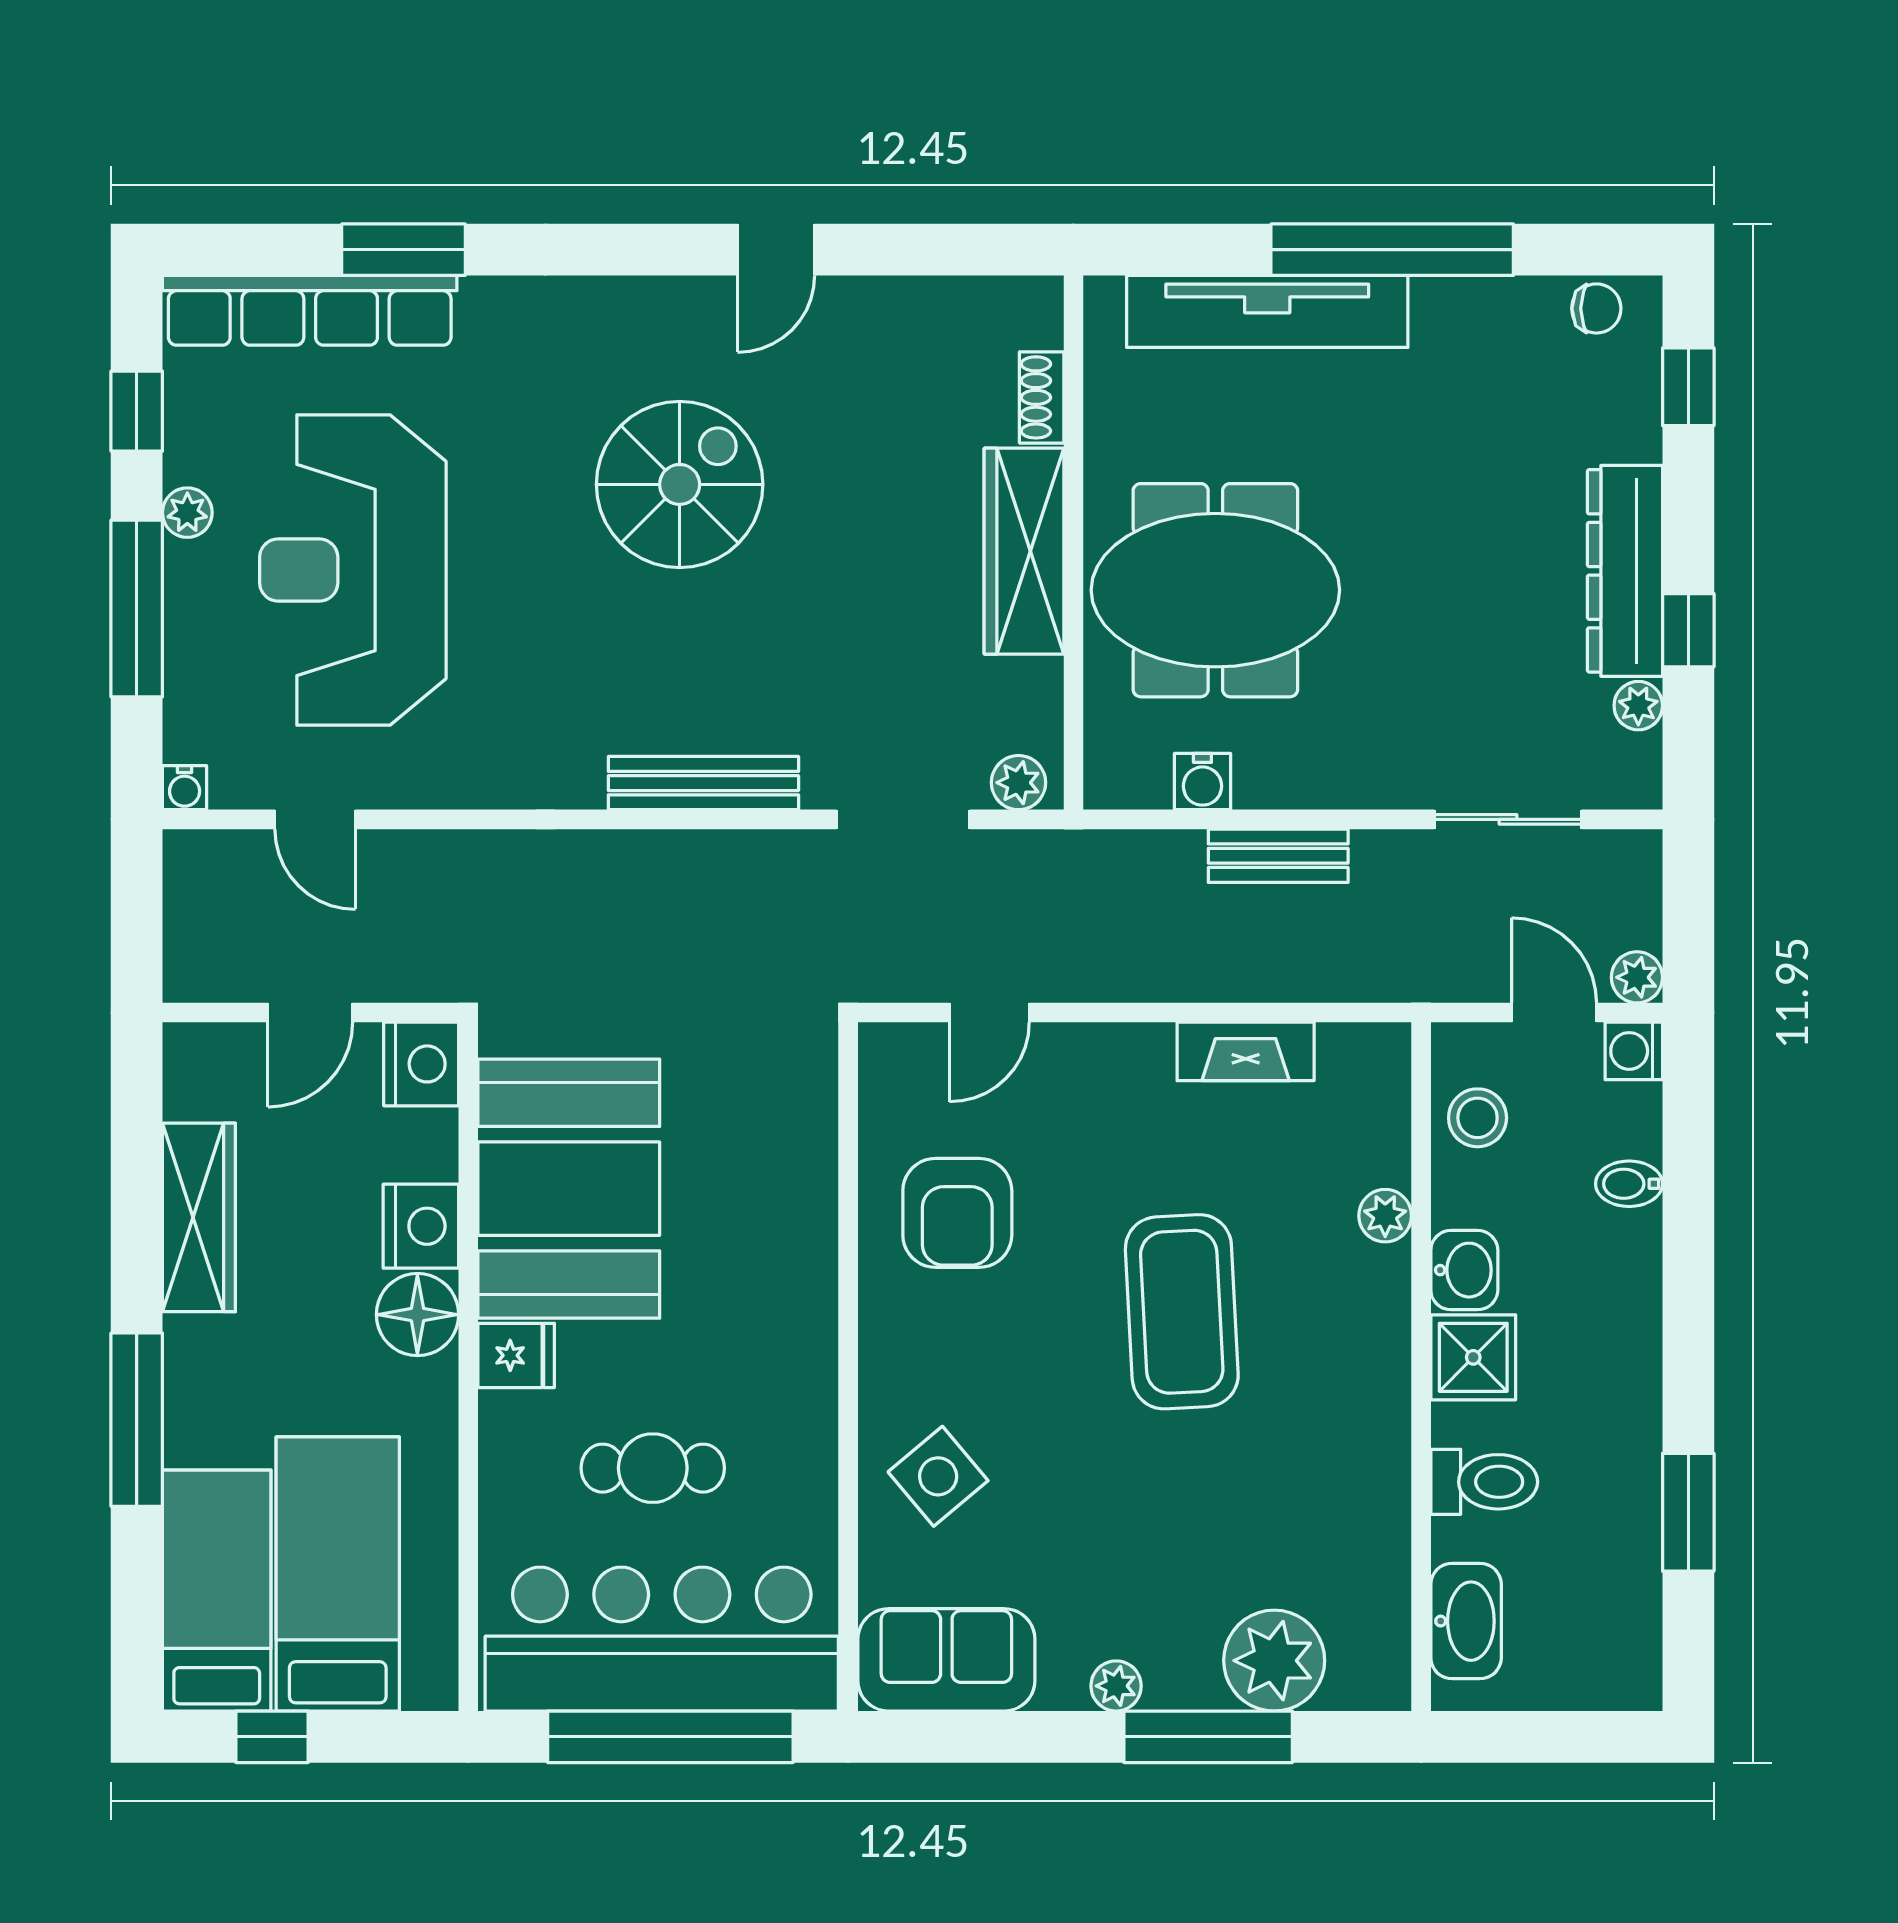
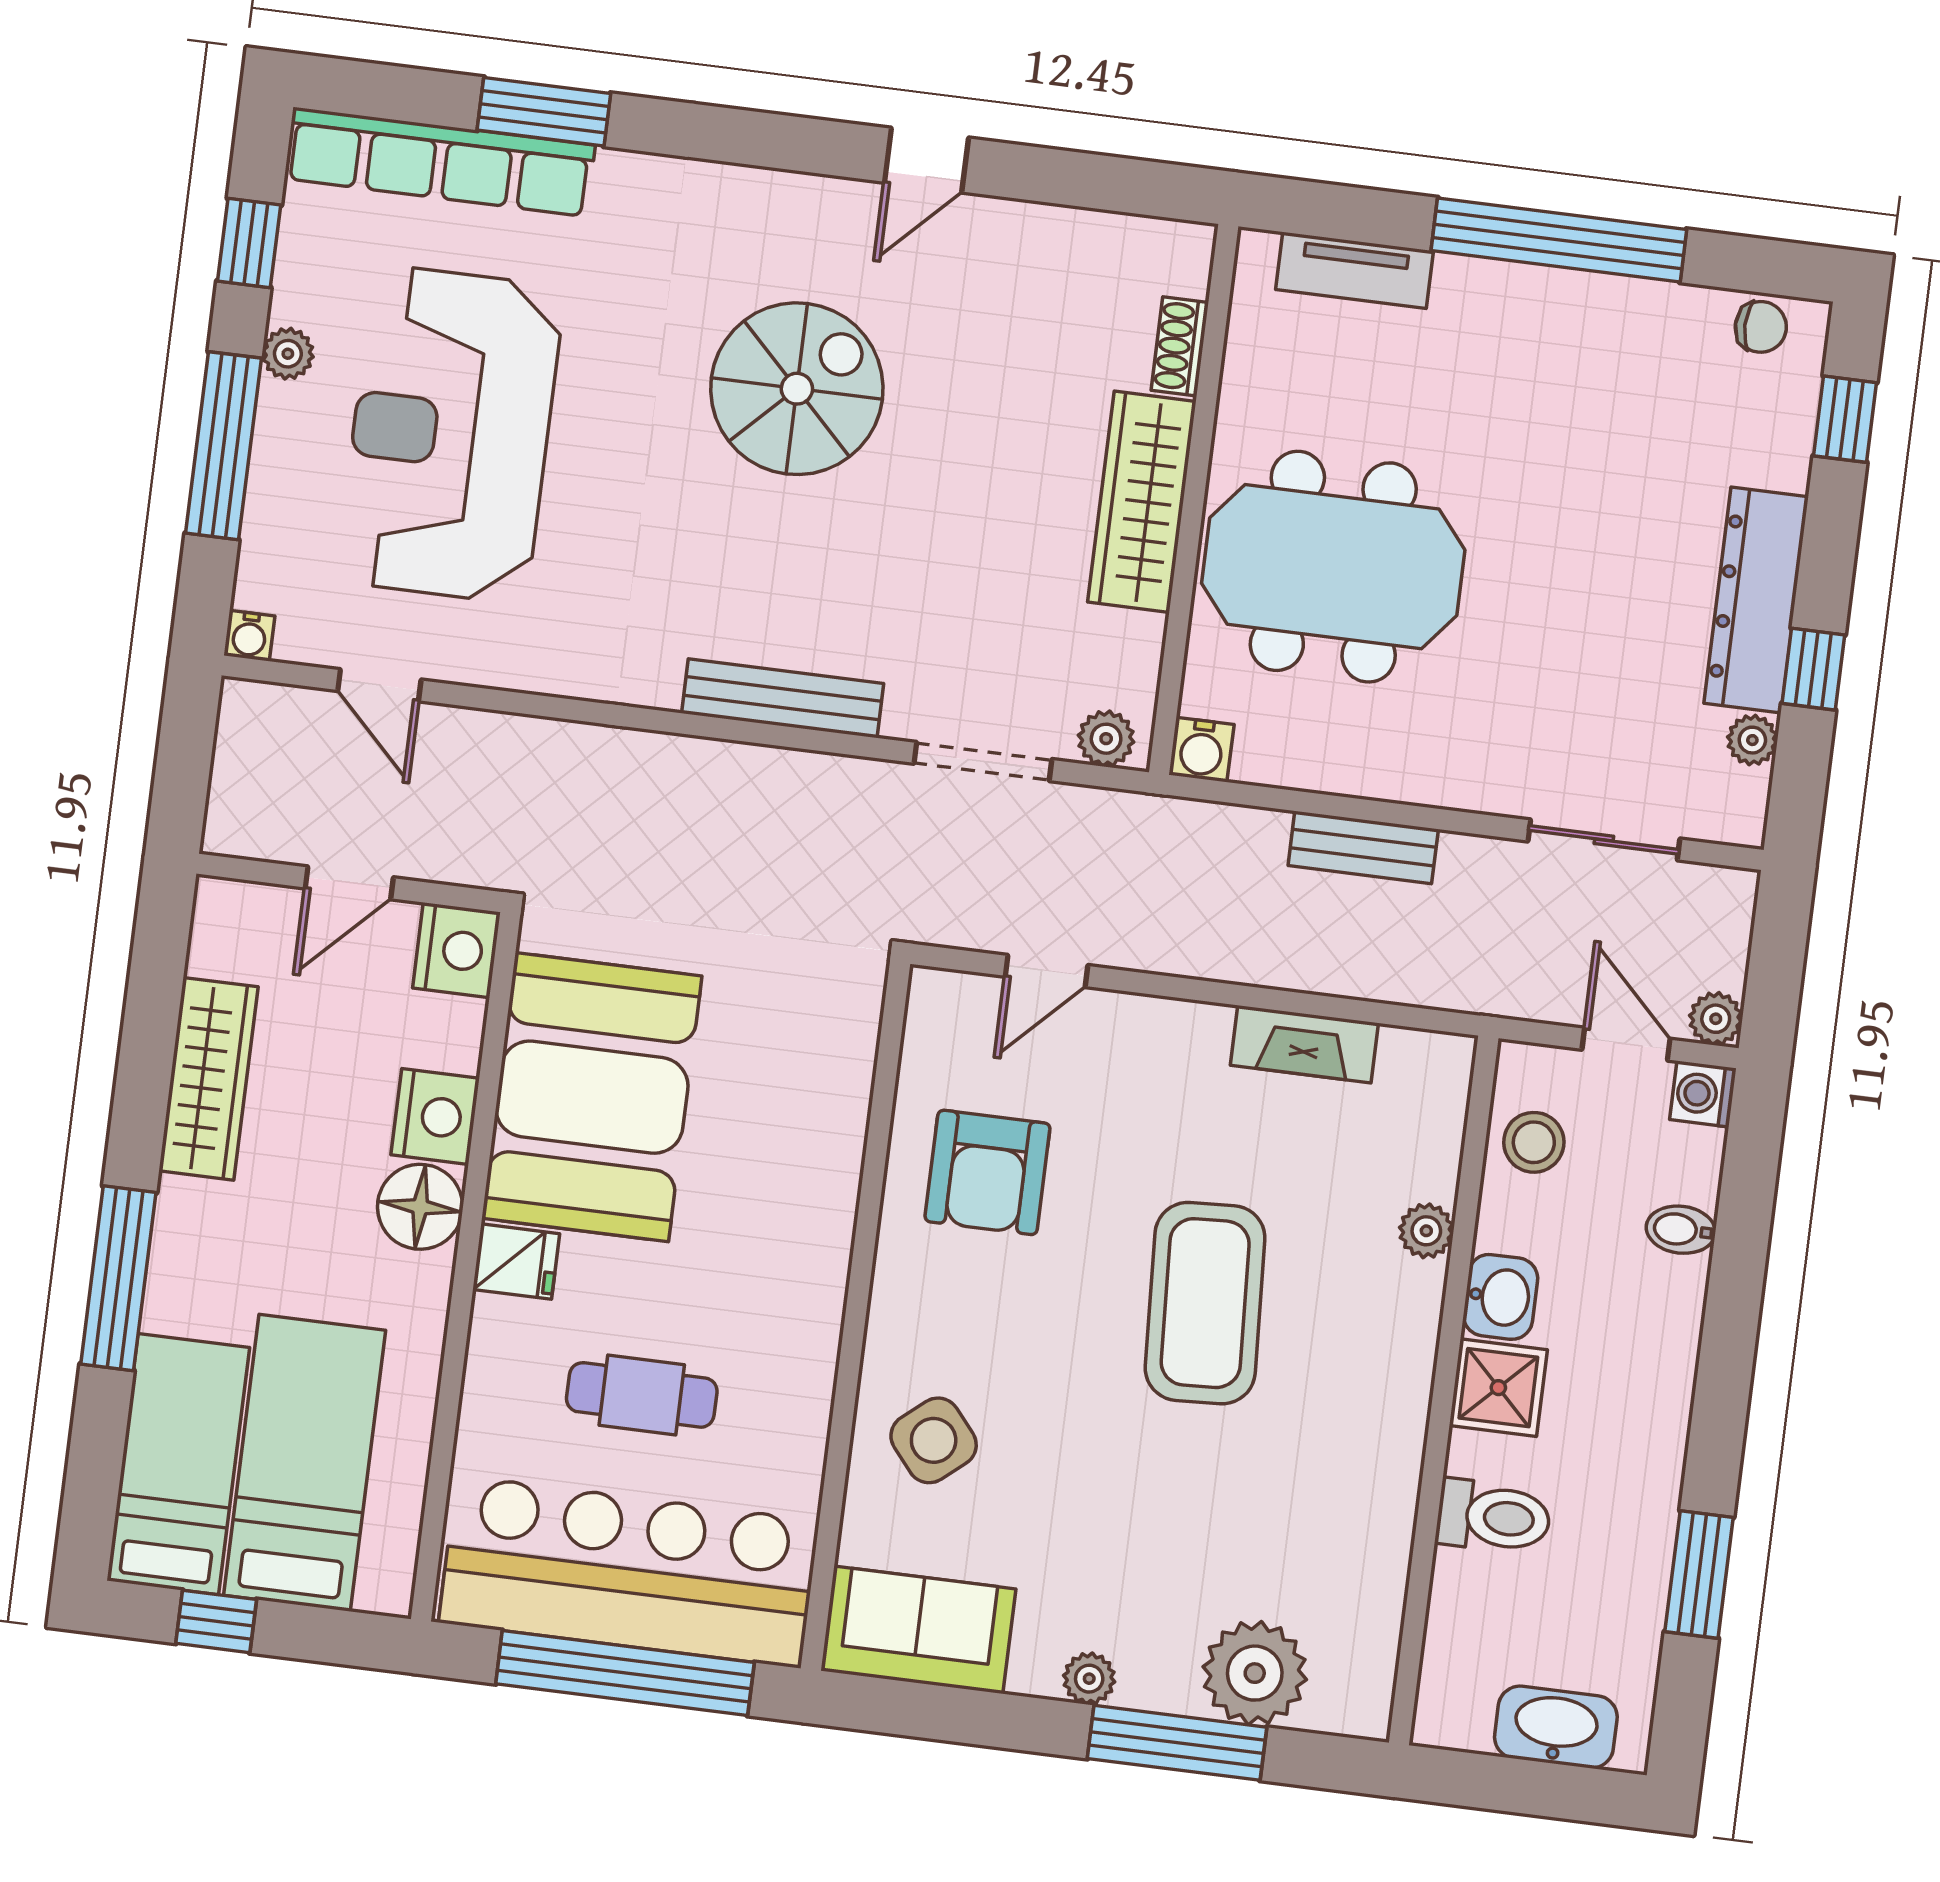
tv unit: (1267, 311) -> (1354, 270), width x0.52, depth x0.78
water cooler: (1202, 782) -> (1201, 750), moved
washbasin: (1466, 1621) -> (1556, 1727), moved, turned -90

